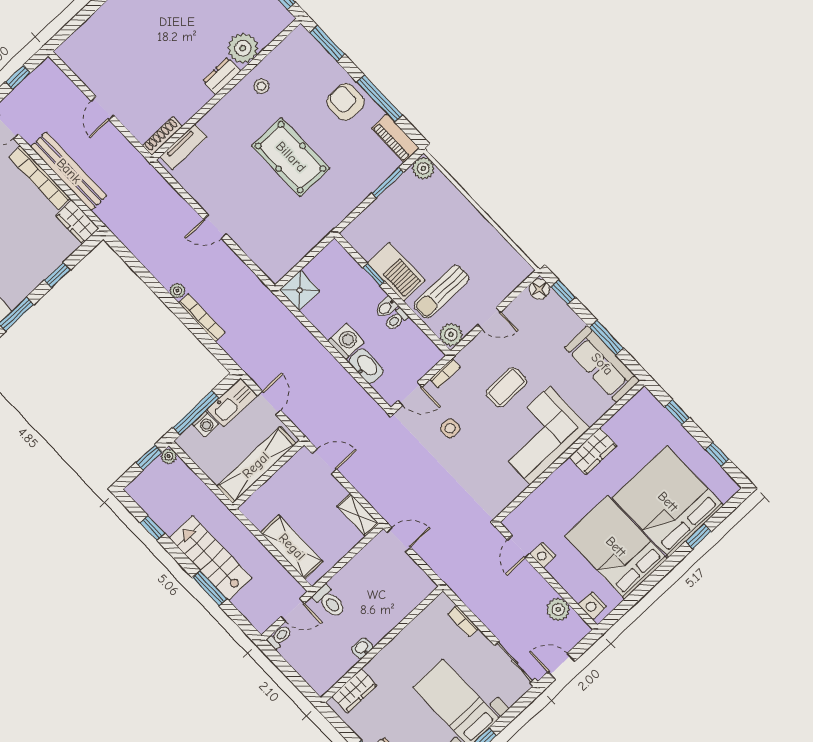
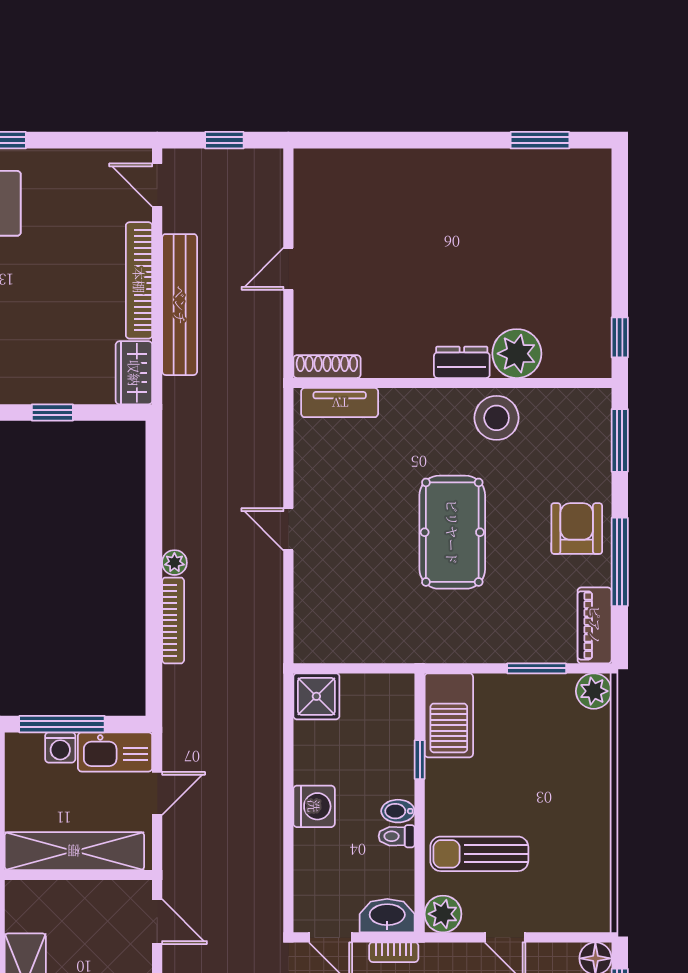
stool: (261, 86) -> (497, 418), width x1.89, depth x1.89
barbecue: (396, 272) -> (449, 715), moved
washbasin: (366, 366) -> (387, 916), moved, turned -90

